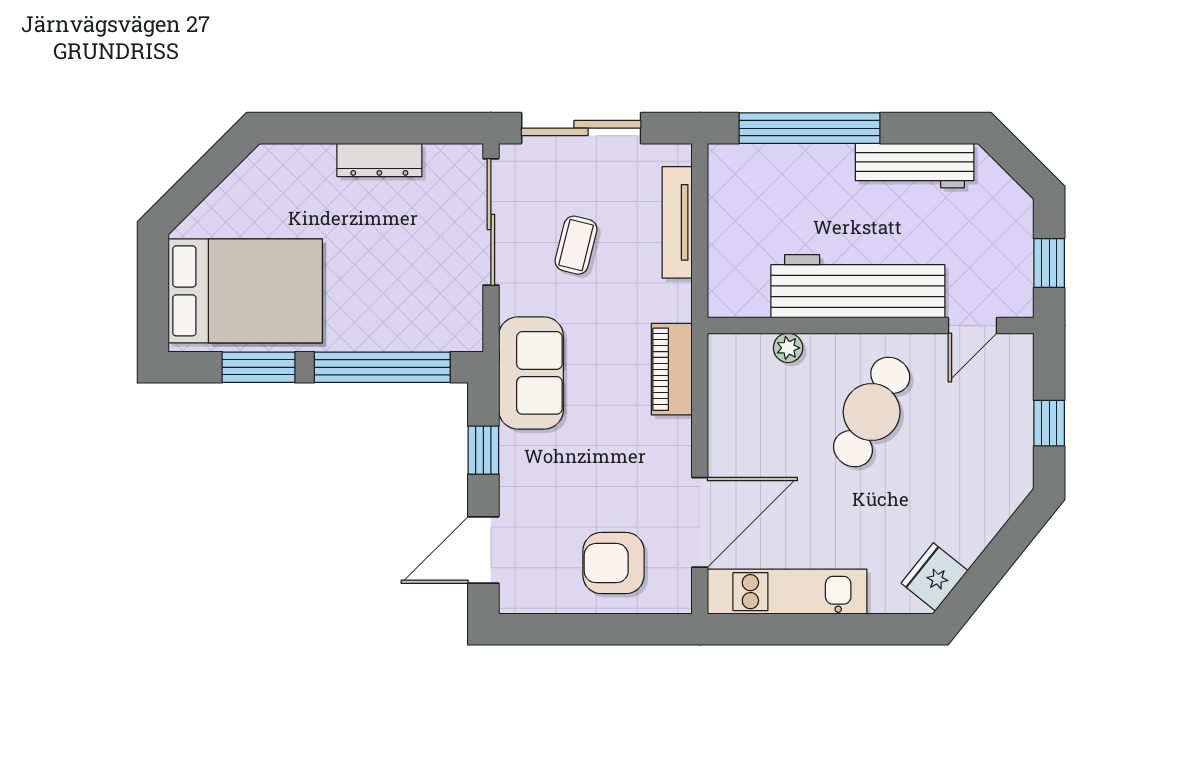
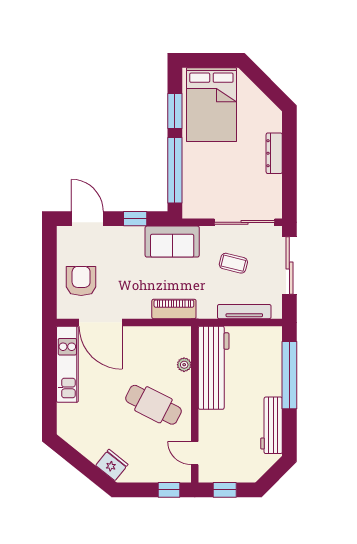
dresser: (379, 160) -> (274, 153), moved
workbench: (858, 286) -> (214, 368), moved
window: (1049, 423) -> (169, 490), moved
fridge: (935, 577) -> (112, 465), moved

